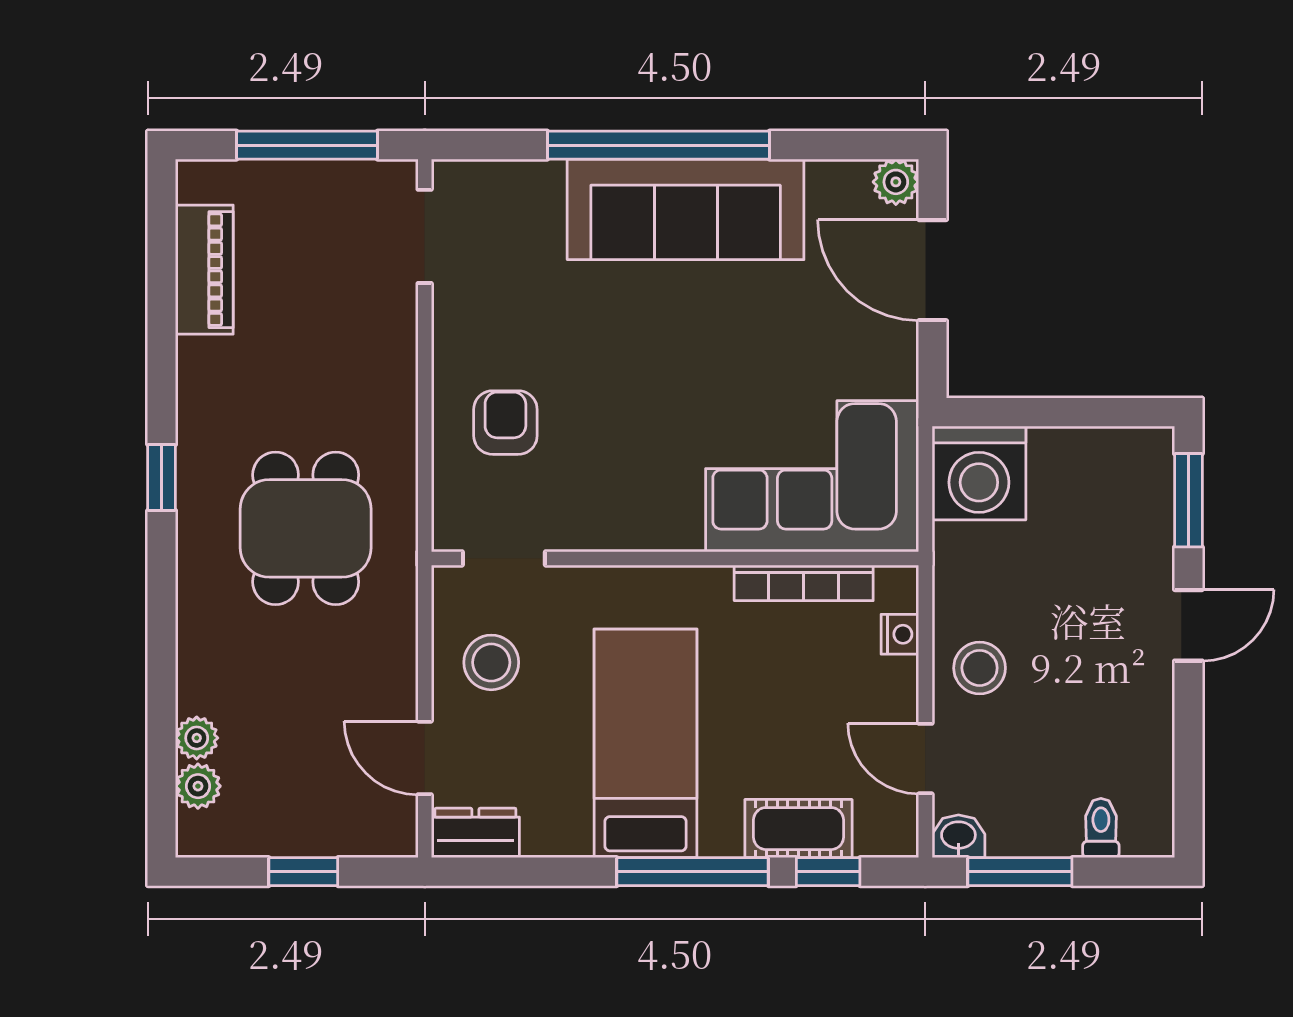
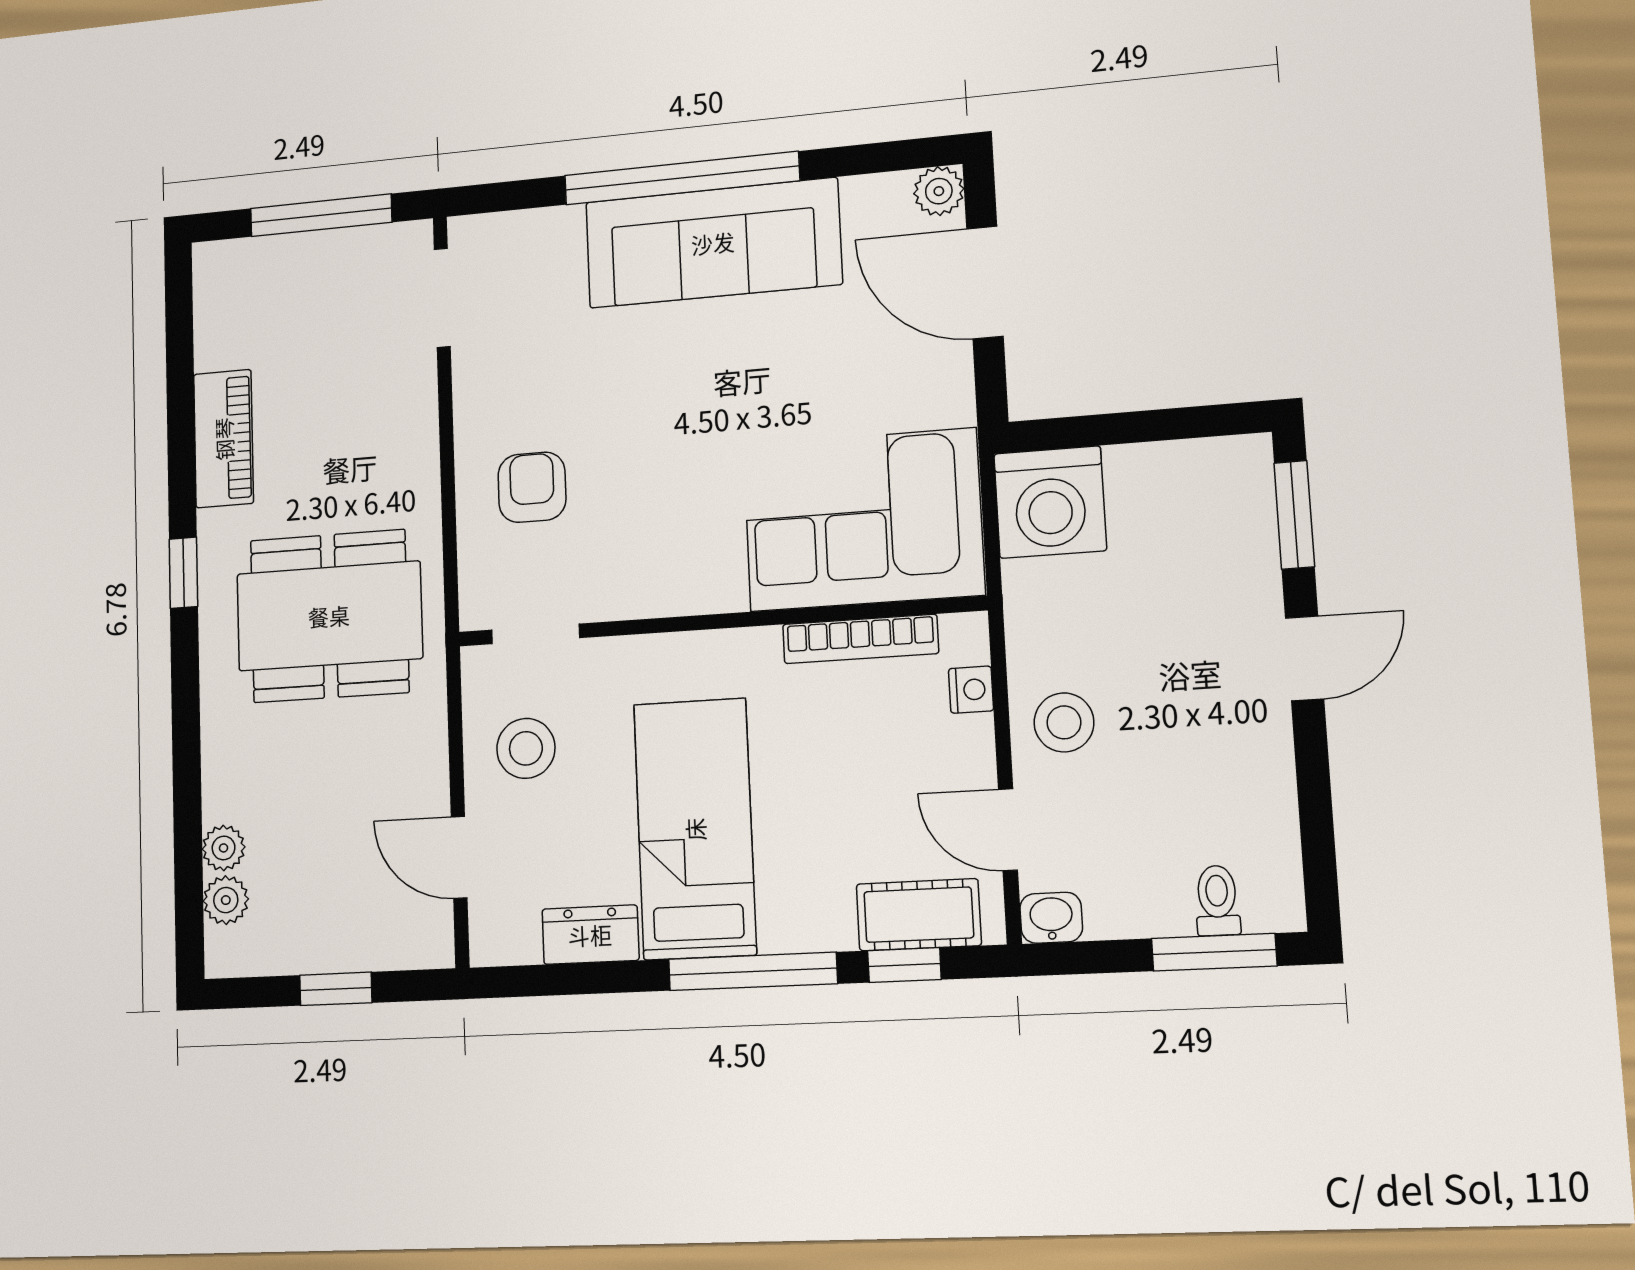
piano: (204, 270) -> (224, 439), moved
dining table: (306, 528) -> (329, 616), width x1.38
cot: (798, 829) -> (919, 915), moved
dresser: (475, 833) -> (590, 935), moved
window: (1020, 872) -> (1214, 952), moved

